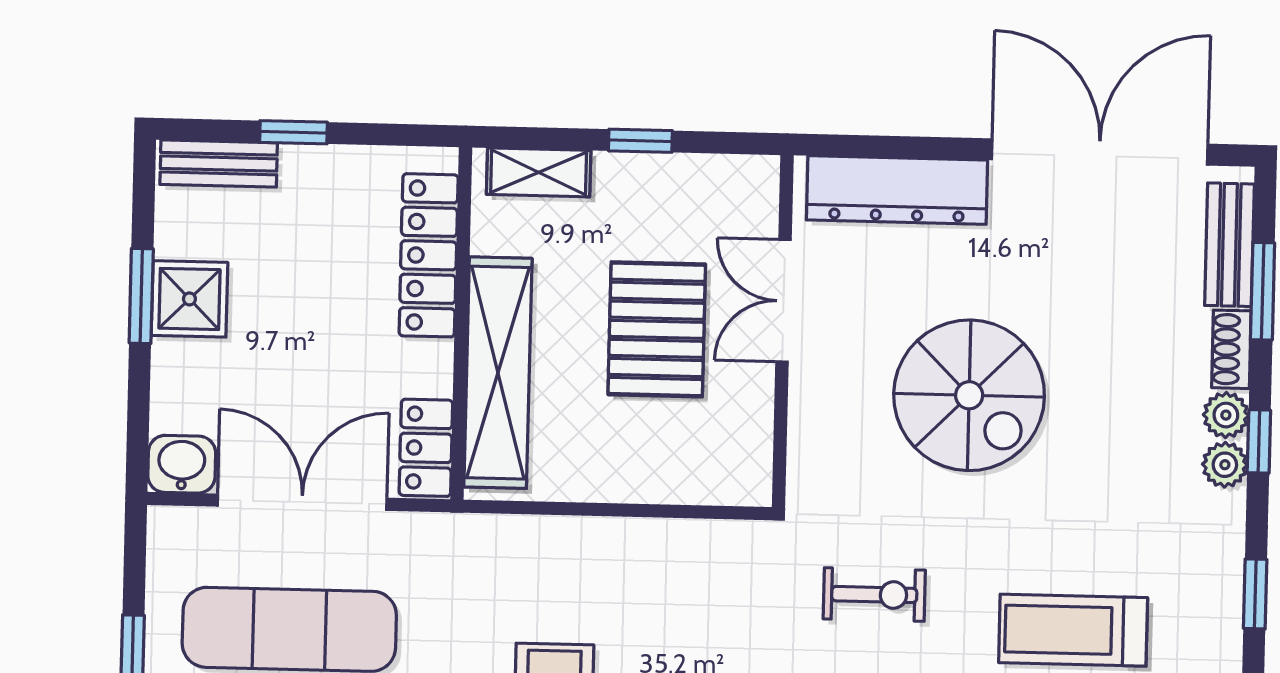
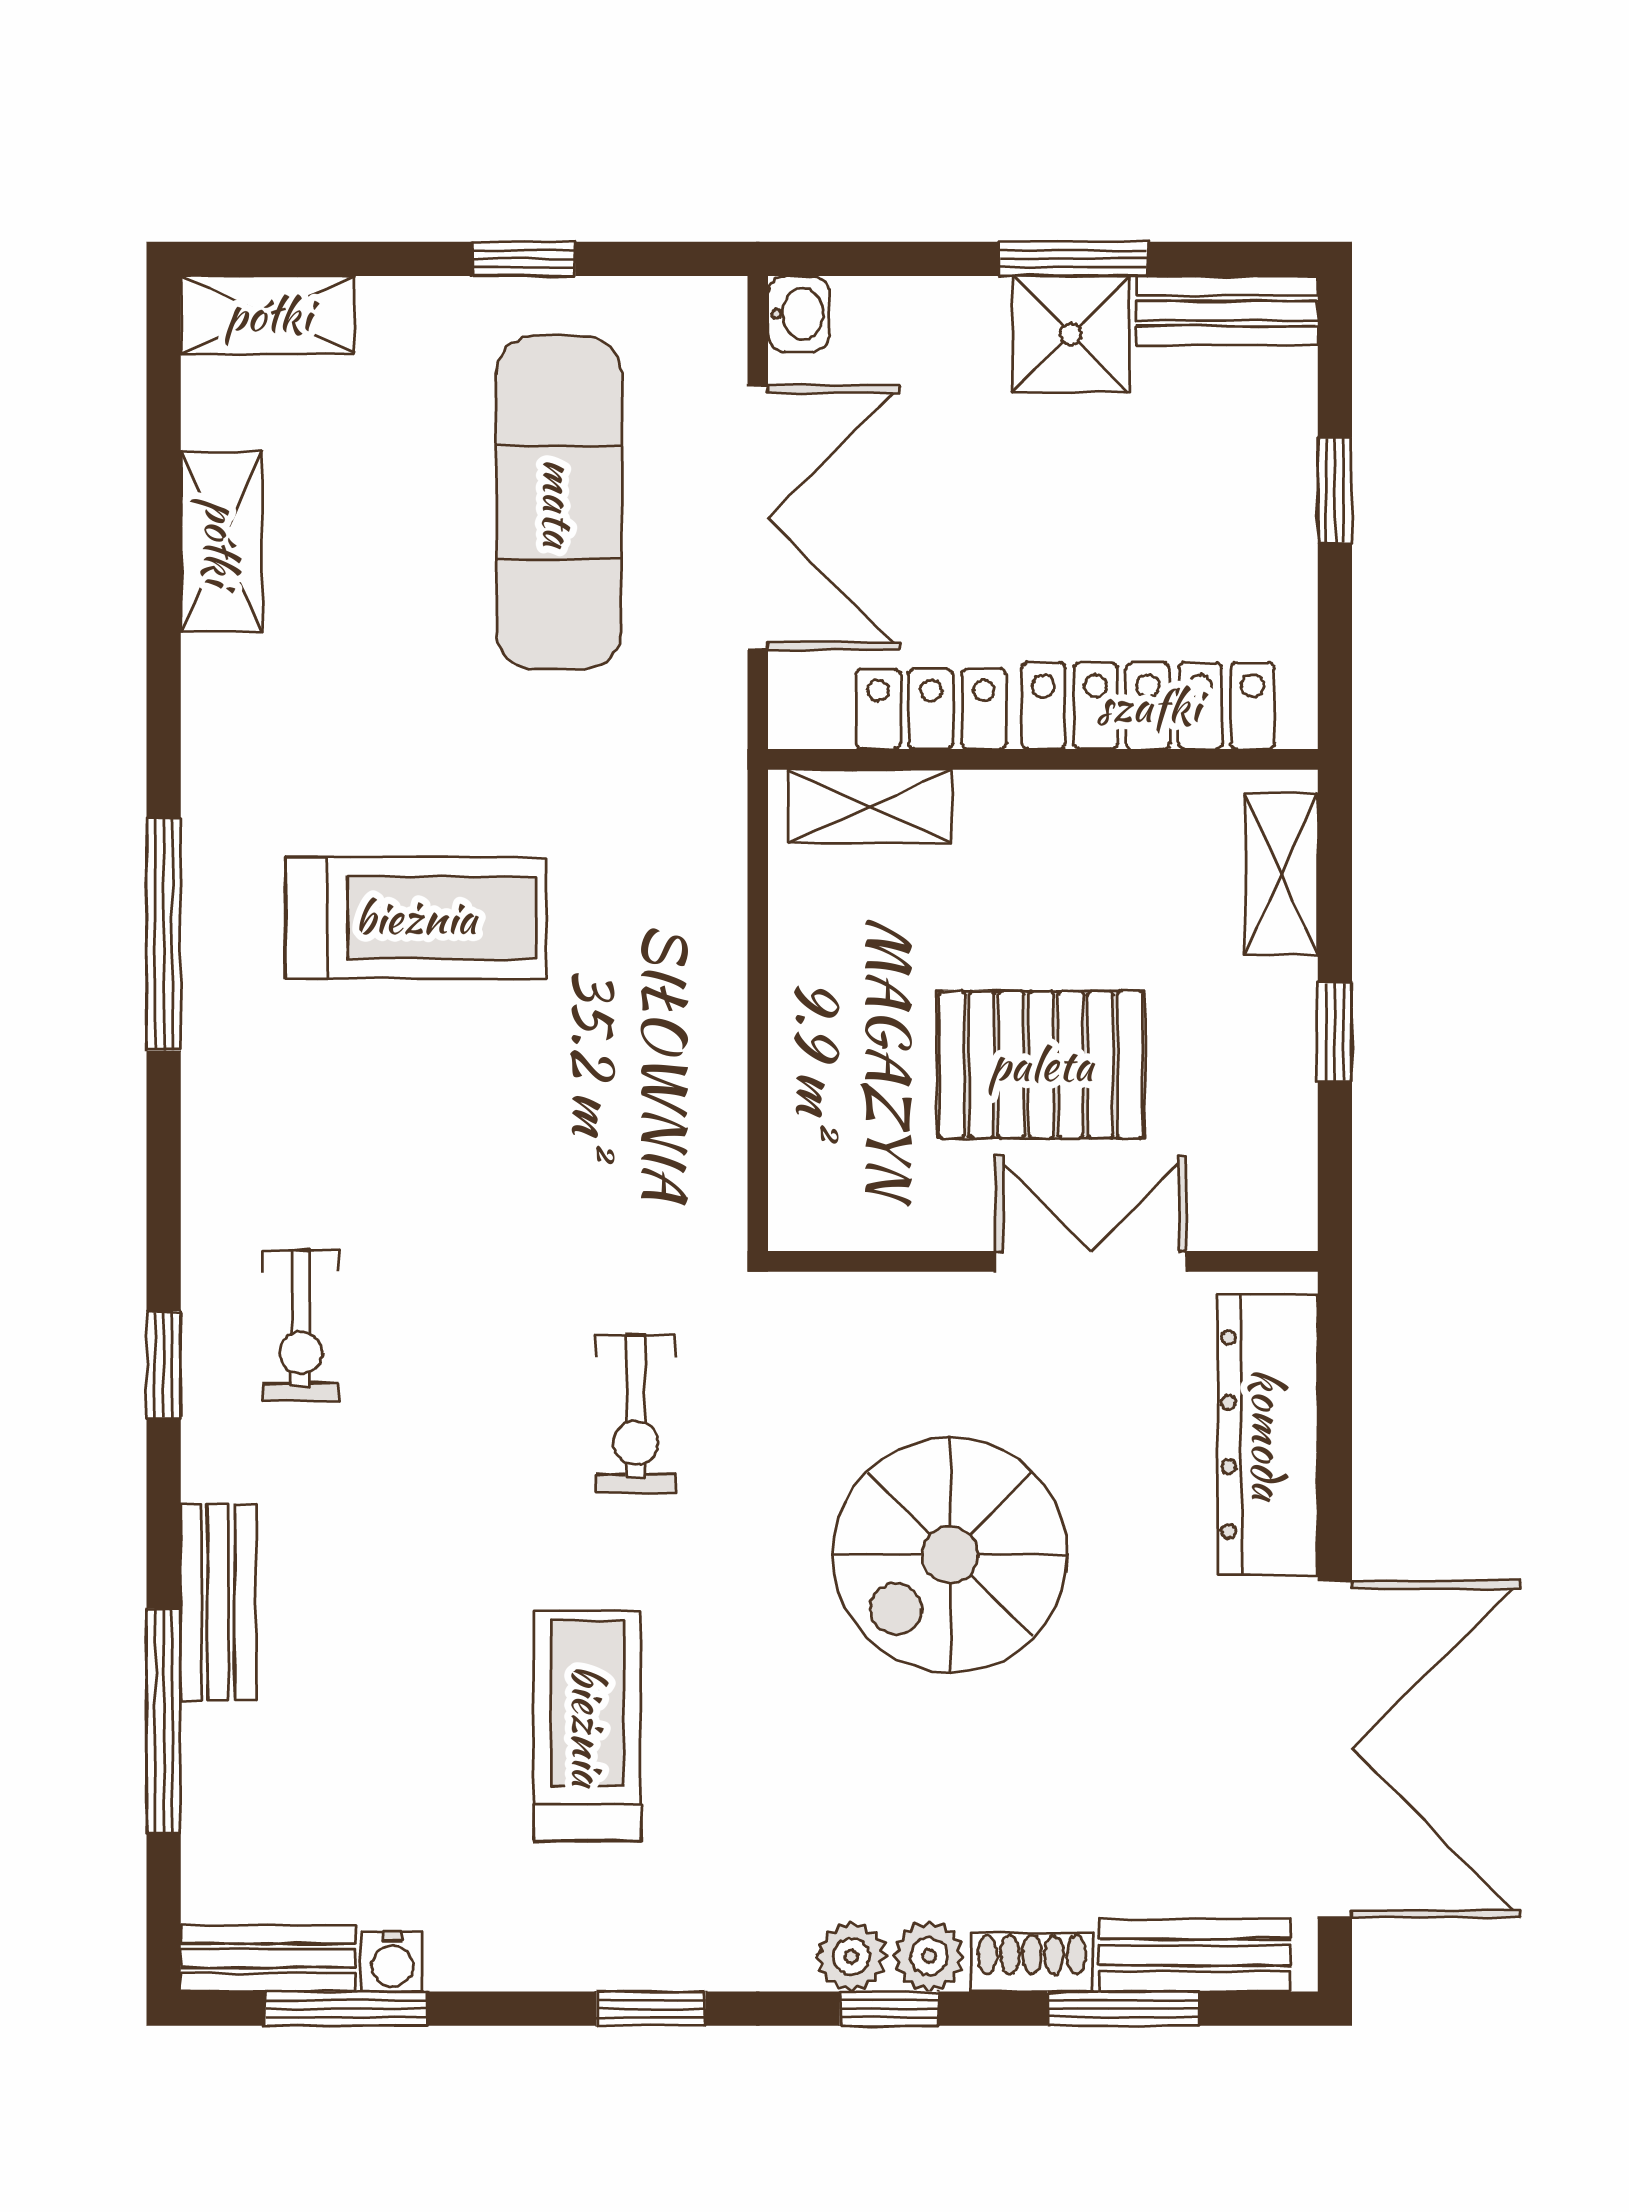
bench: (219, 164) -> (1227, 311), moved, turned 90
shelving: (498, 373) -> (869, 806), width x0.45, depth x0.75
locker: (426, 448) -> (931, 709), moved
washbasin: (182, 464) -> (799, 314), width x0.72, depth x0.69

